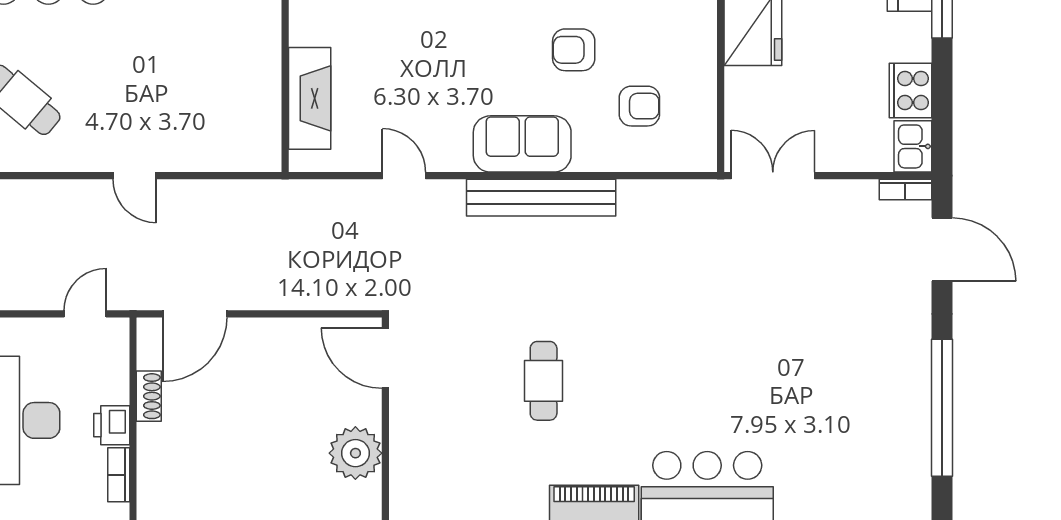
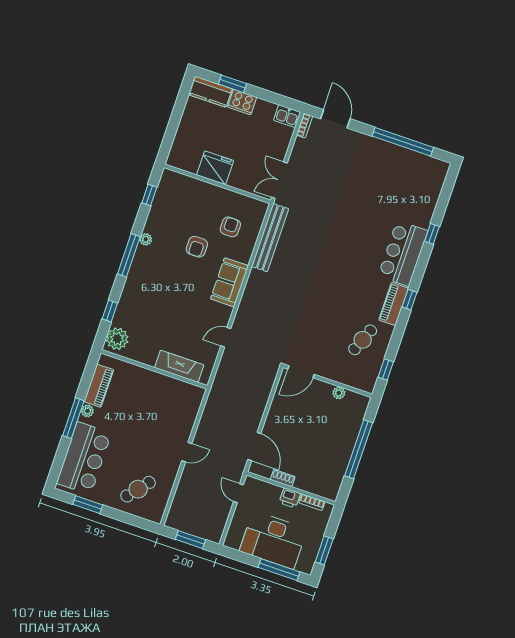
cooker: (910, 91) -> (242, 102), moved
bench: (541, 198) -> (270, 238), moved
door: (942, 249) -> (335, 119), hinge flipped
cafe table: (544, 381) -> (363, 340), moved, turned -68
plant: (355, 453) -> (339, 393), width x0.53, depth x0.53

